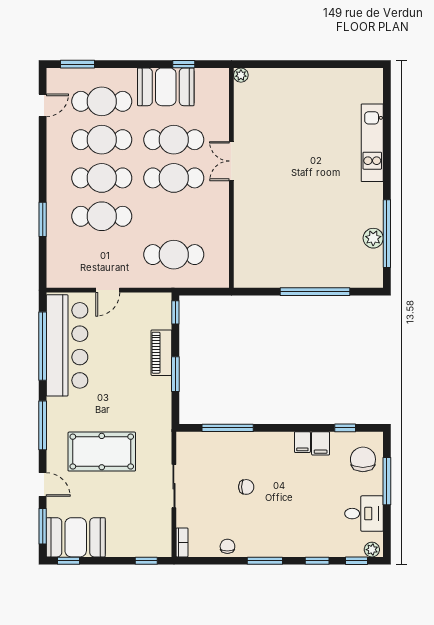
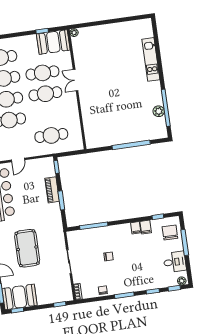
booth: (166, 87) -> (53, 42), moved
pool table: (102, 452) -> (27, 248), turned 90

